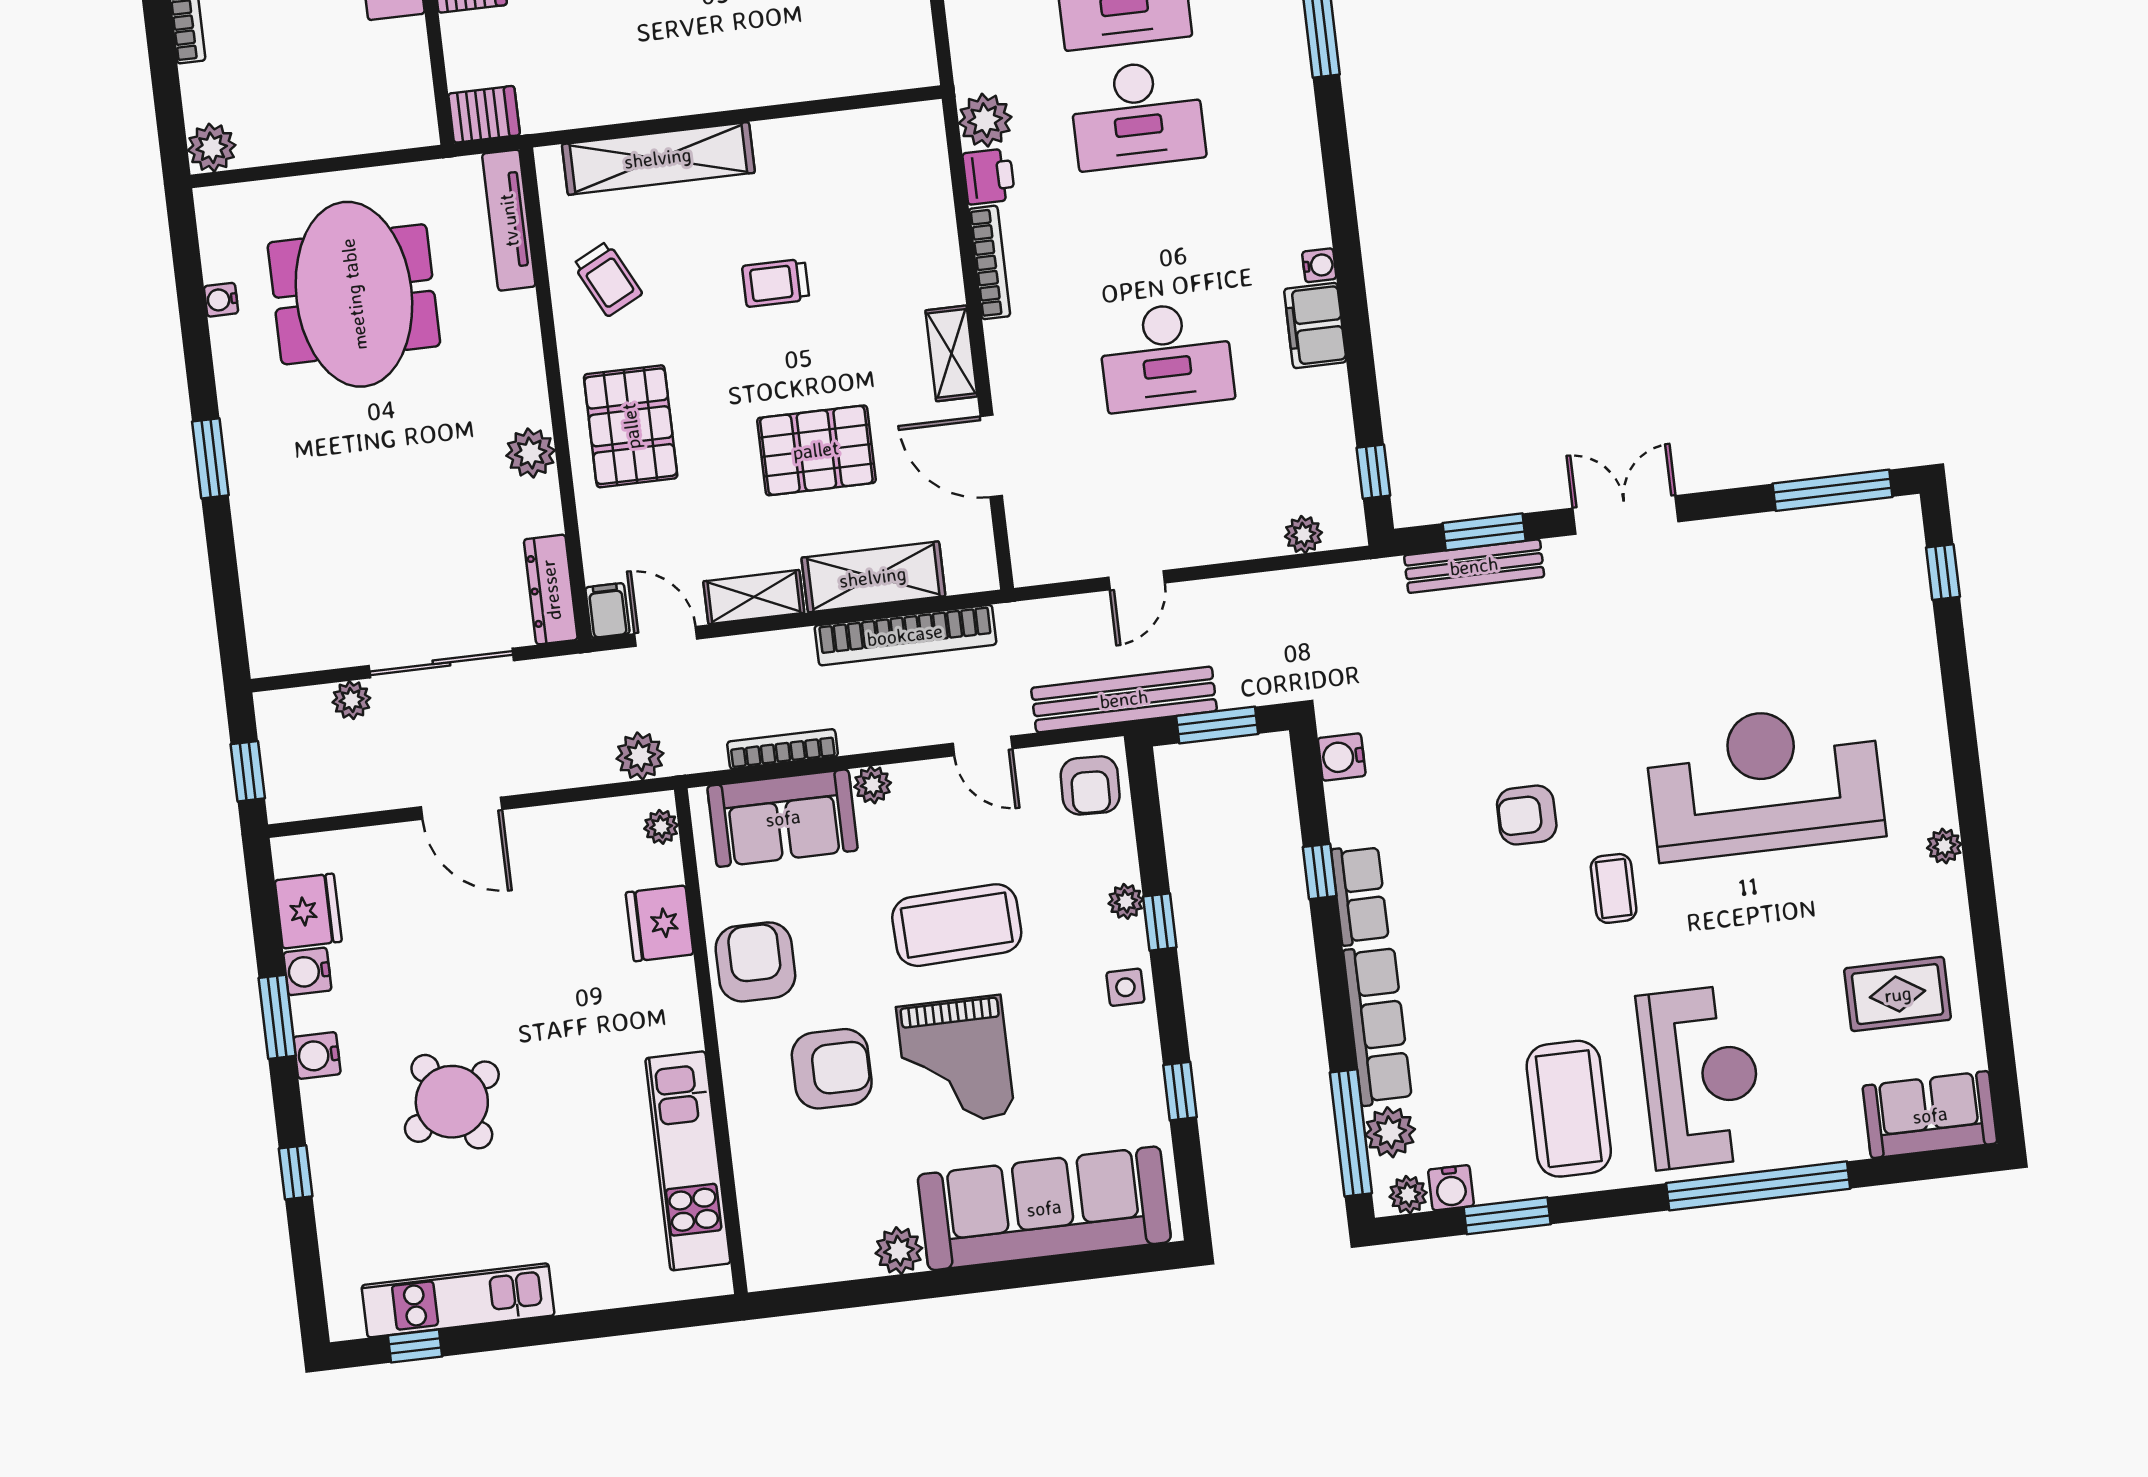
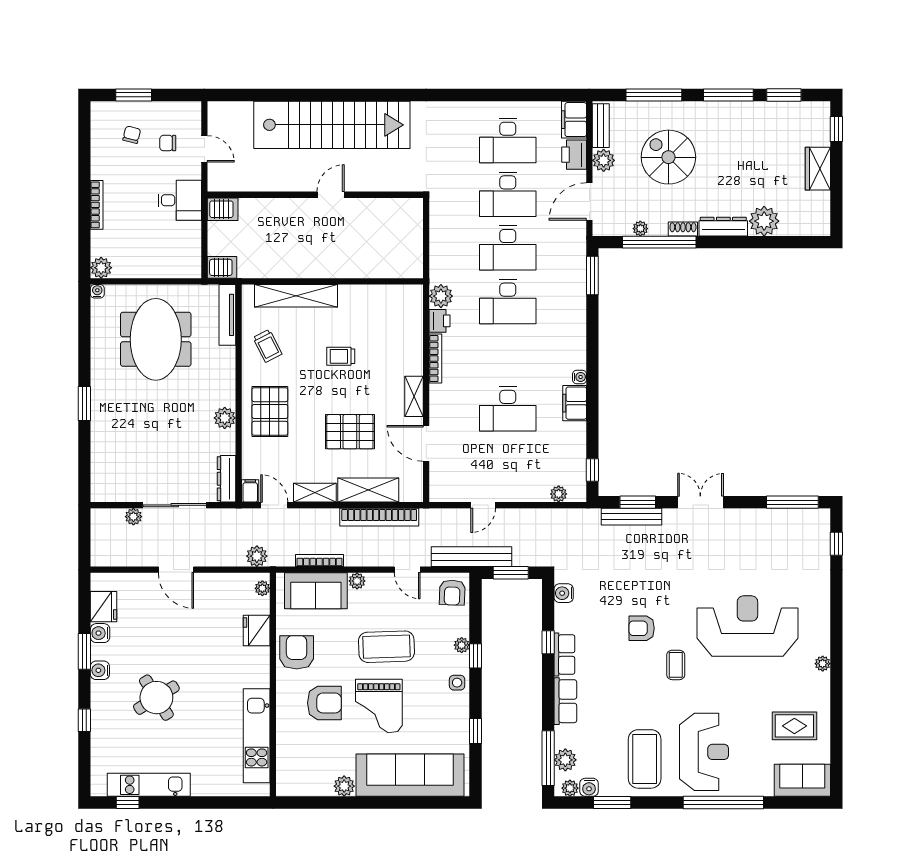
water cooler: (221, 300) -> (97, 291), moved, turned 90
window: (248, 771) -> (84, 542), removed
row of seats: (1378, 1025) -> (565, 701), width x0.68

